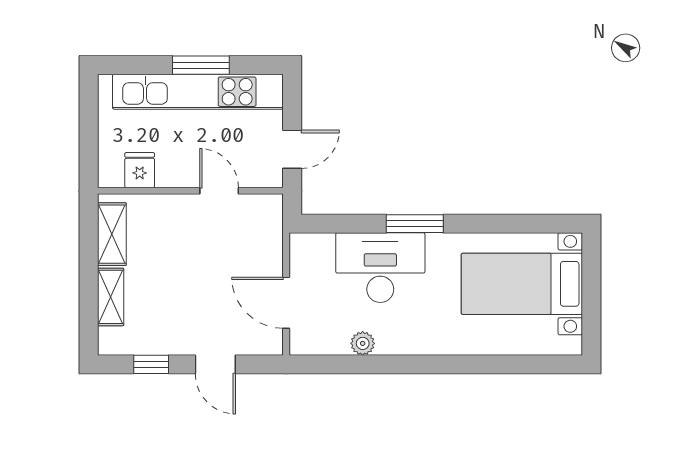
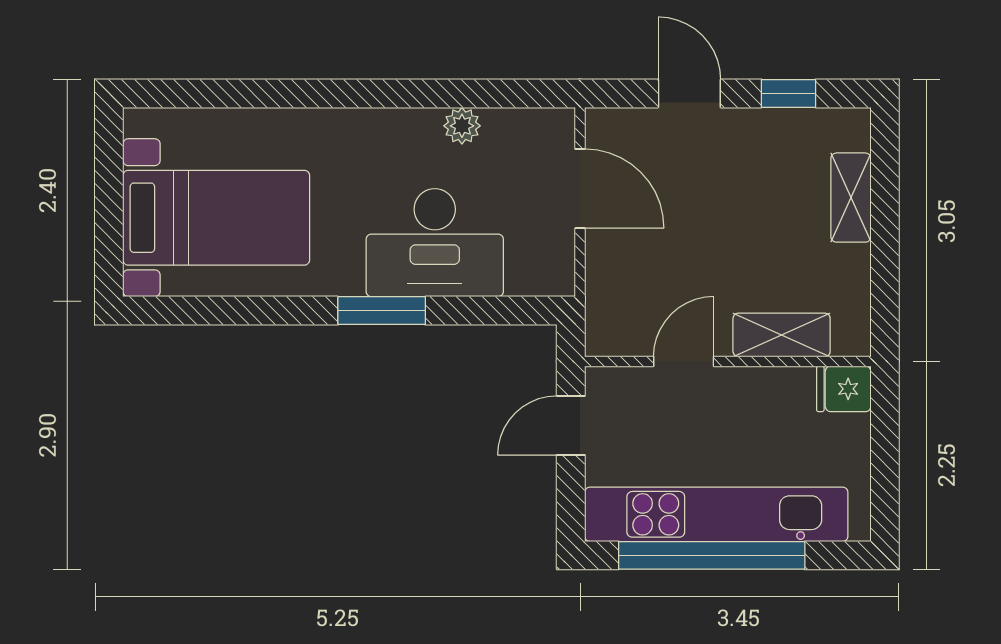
window: (201, 65) -> (712, 555), width x2.11
fridge: (140, 170) -> (844, 389), moved, turned 90
door: (219, 191) -> (684, 361), swing flipped
shelving: (112, 234) -> (782, 335), moved, turned 90

